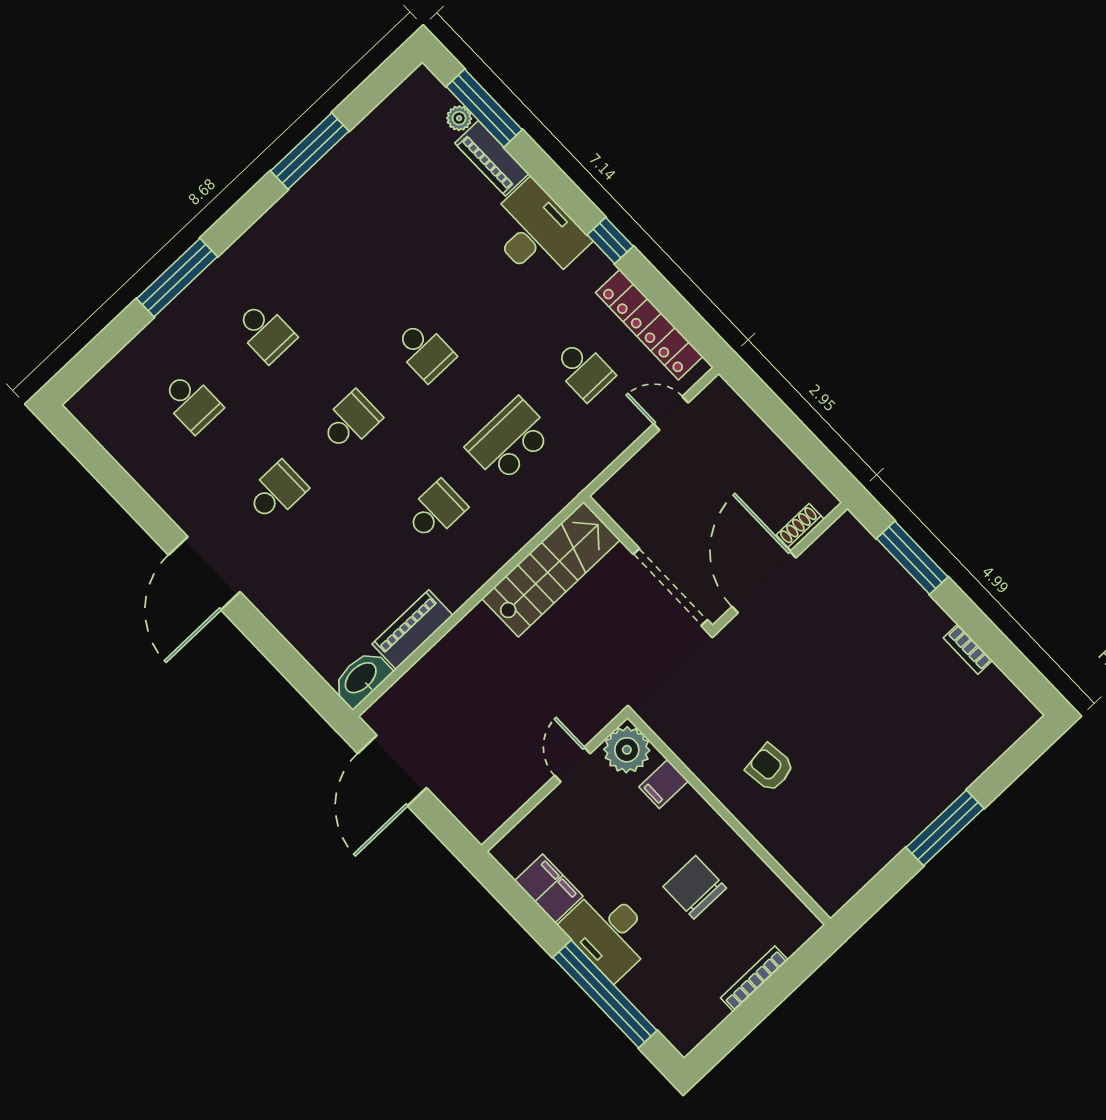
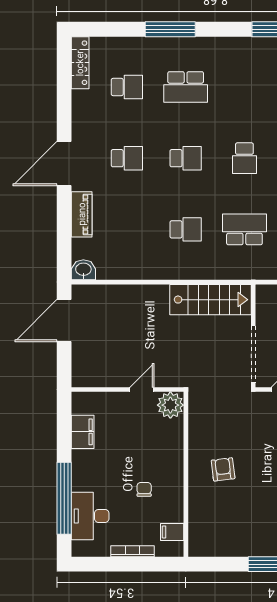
school desk: (265, 332) -> (186, 87), width x1.85
school desk: (191, 402) -> (127, 87), turned -90
locker: (104, 428) -> (80, 63), added
piano: (412, 630) -> (82, 214), moved, turned 90
washbasin: (361, 678) -> (83, 270), width x0.72
filing cabinet: (664, 784) -> (172, 532), moved
chair: (695, 887) -> (144, 489), width x0.54, depth x0.54
desk: (609, 932) -> (90, 516), moved

